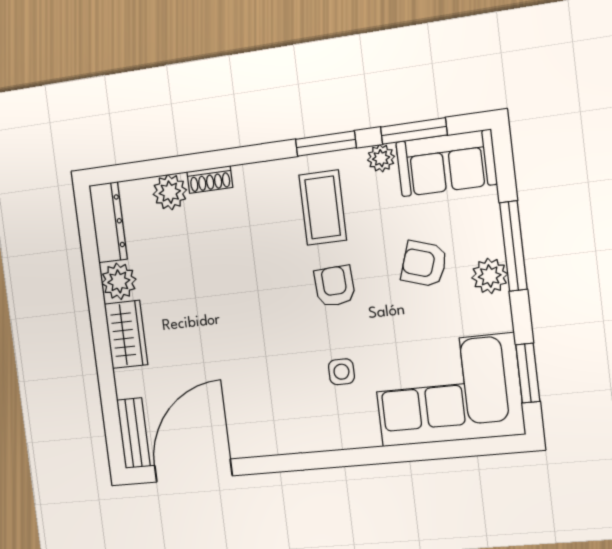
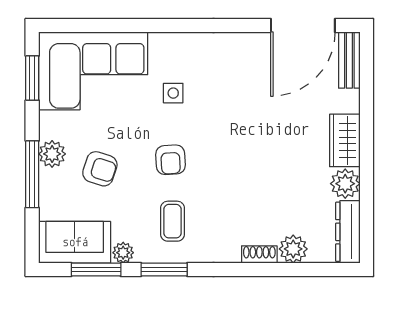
coffee table: (323, 208) -> (172, 221), width x0.73, depth x0.77

